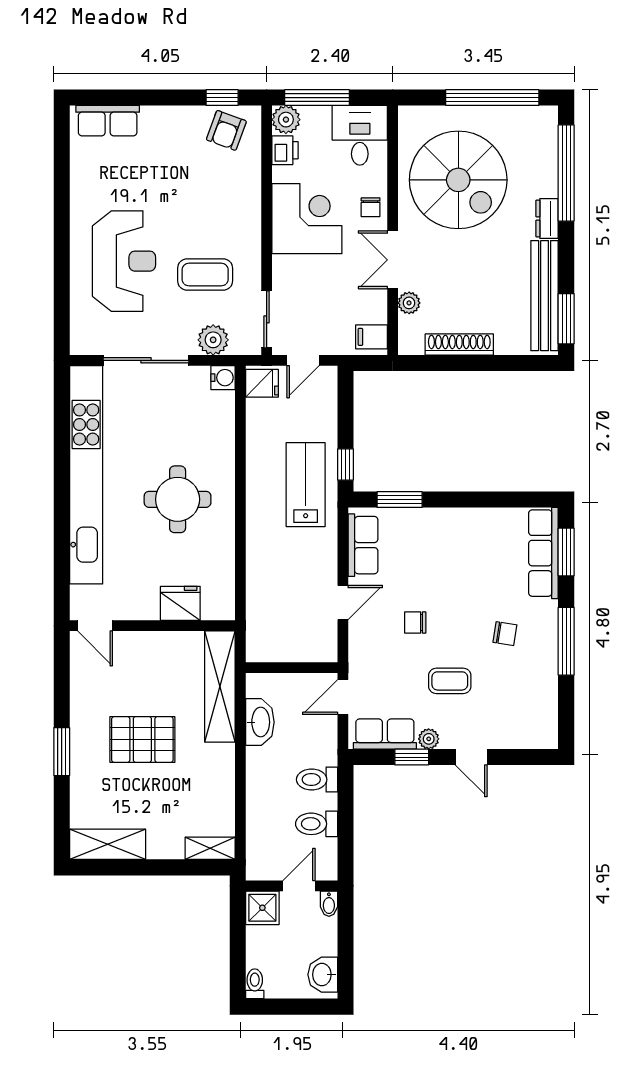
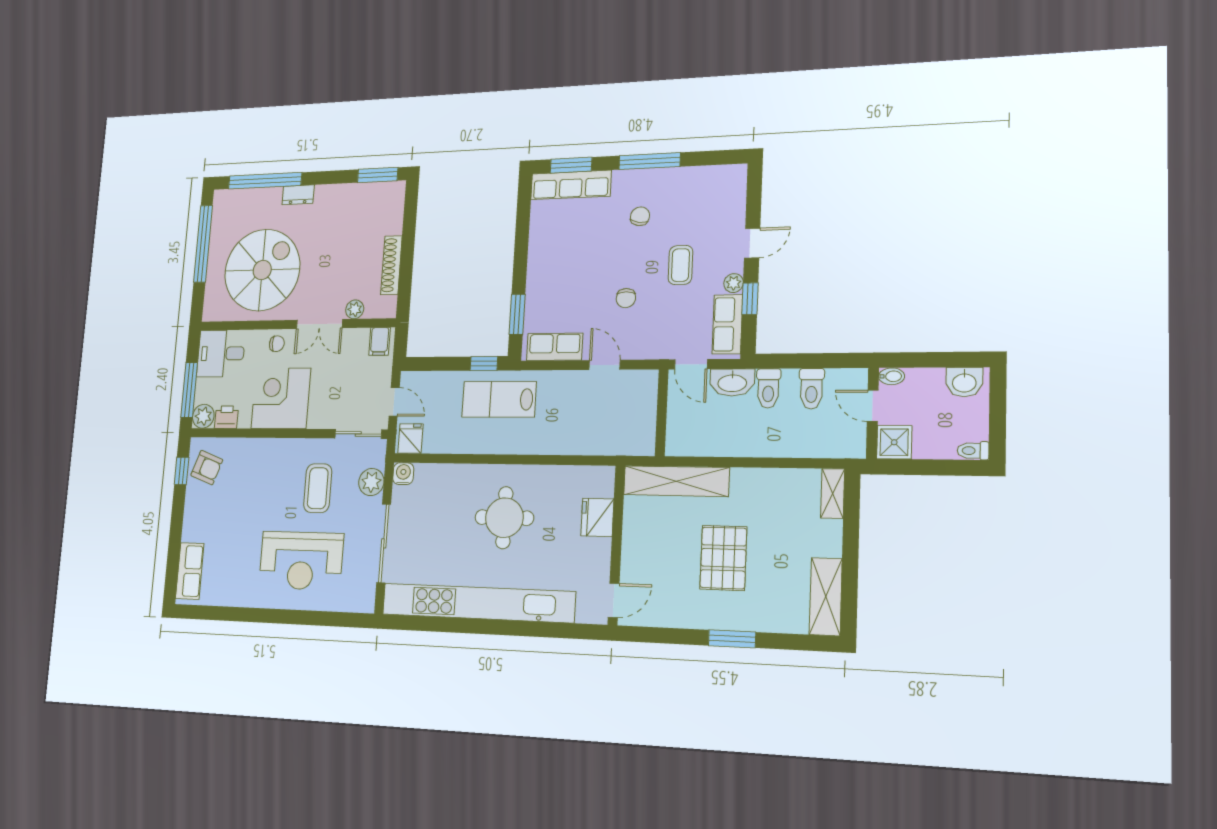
reception desk: (124, 261) -> (301, 561), turned 180
bench: (545, 296) -> (358, 194), removed
washbasin: (260, 722) -> (732, 382), moved, turned 180

